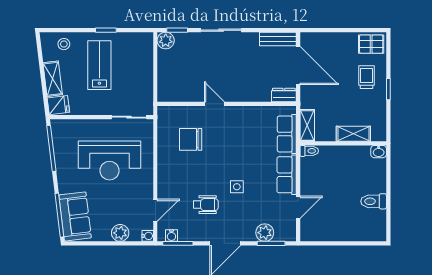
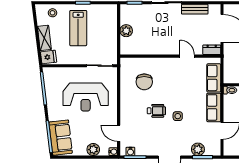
bench: (278, 39) -> (195, 9), moved
plant: (166, 40) -> (126, 31), moved
lab bench: (99, 65) -> (78, 28), turned 180
door: (214, 104) -> (187, 56), moved
shelving: (307, 125) -> (229, 72), removed
chair: (191, 139) -> (144, 82), turned -90
wheelchair: (206, 205) -> (156, 111), moved
door: (155, 210) -> (119, 133), swing flipped

